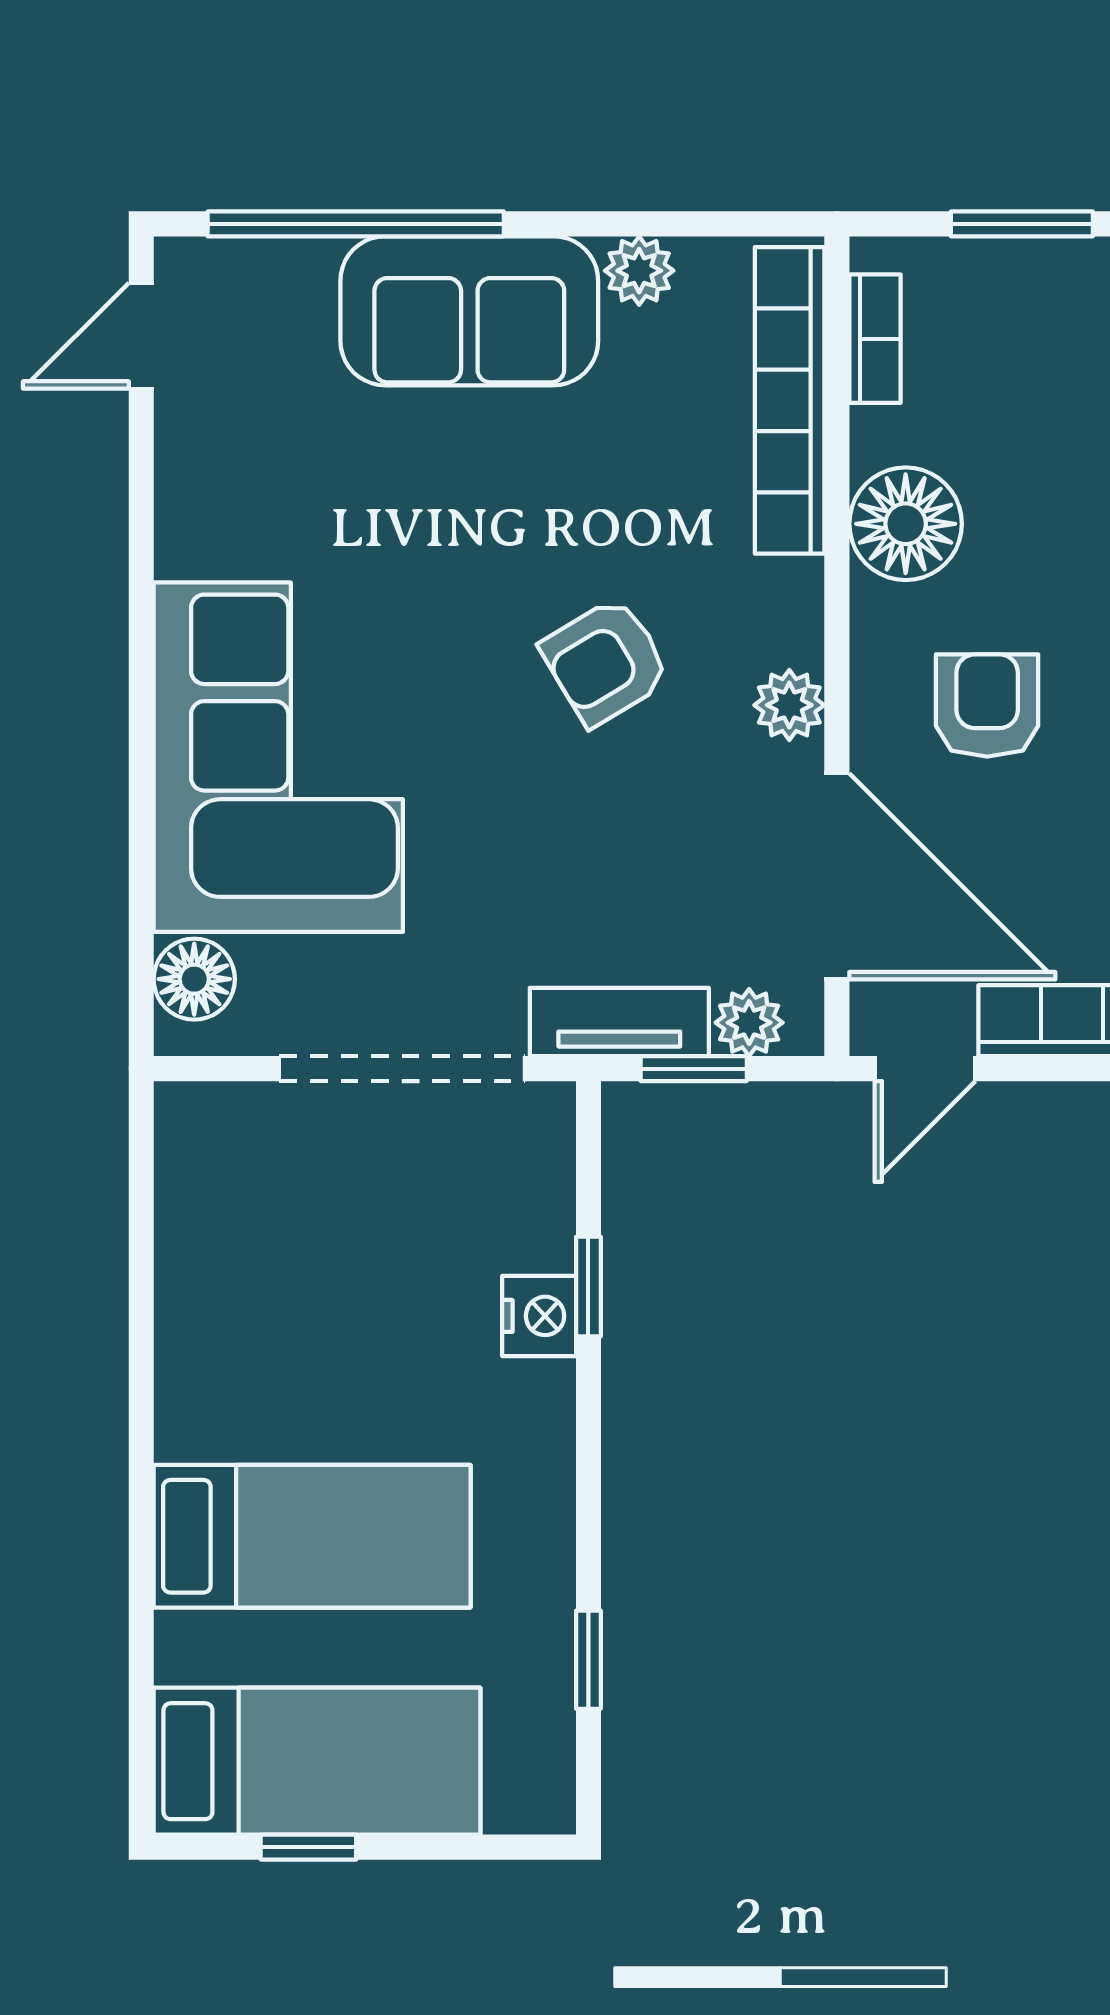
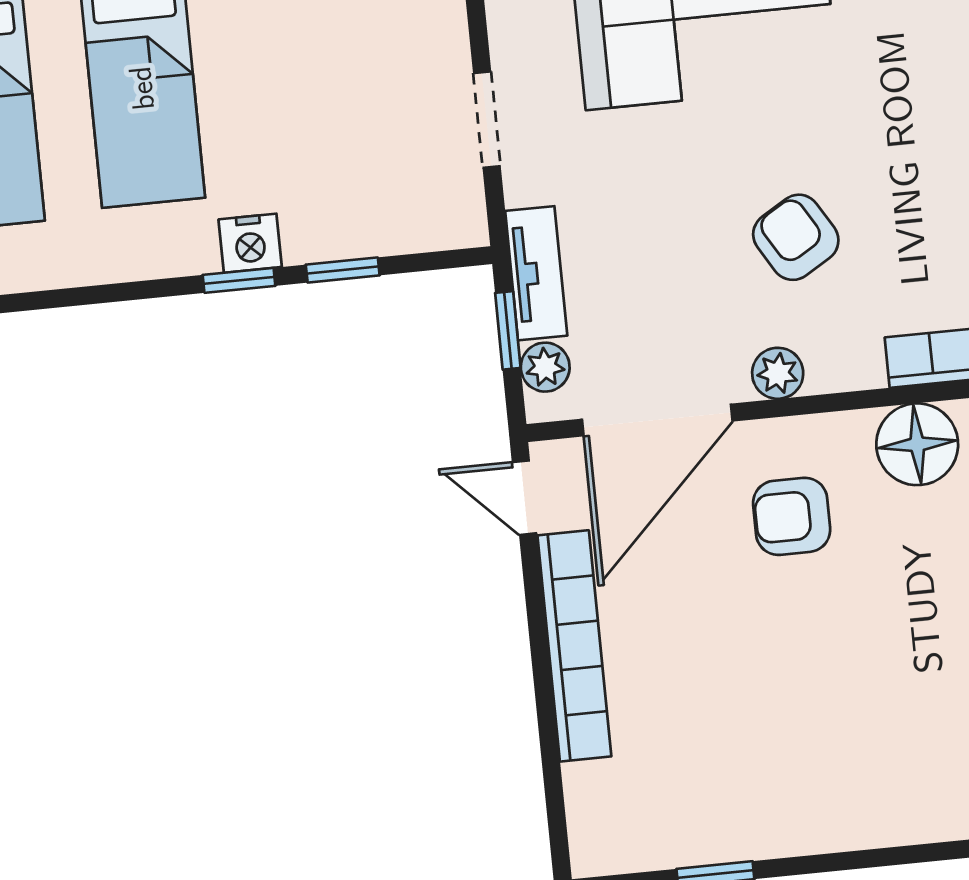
armchair: (987, 706) -> (792, 516), turned 180
doorway: (402, 1069) -> (487, 120), width x0.53
nightstand: (539, 1316) -> (250, 243), moved
window: (588, 1660) -> (239, 280), moved

